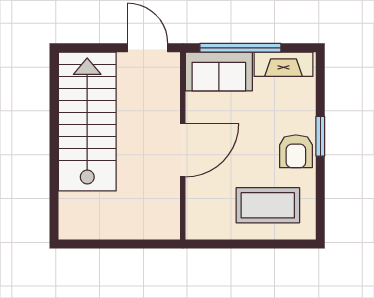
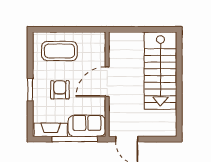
stairs: (87, 122) -> (160, 71), moved
armchair: (296, 151) -> (60, 90), moved

